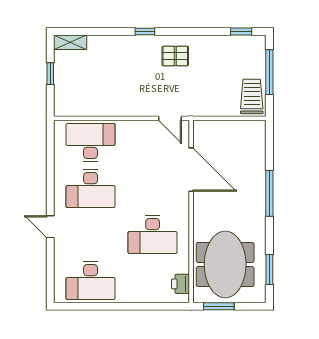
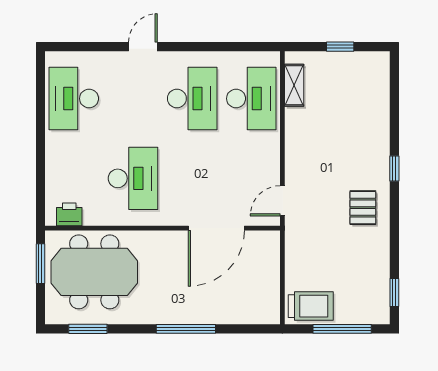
shelving: (70, 42) -> (294, 85), moved
desk: (91, 188) -> (192, 99), turned 180
desk: (153, 234) -> (133, 178), turned 180

